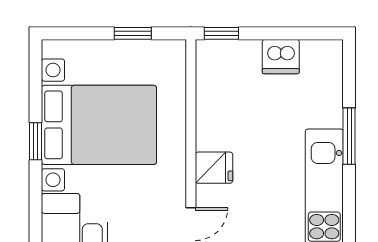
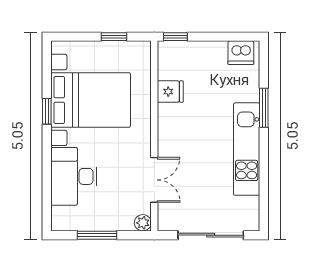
dishwasher: (281, 57) -> (241, 53), moved
fridge: (214, 168) -> (170, 92), moved

